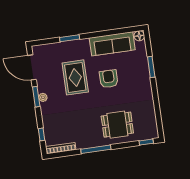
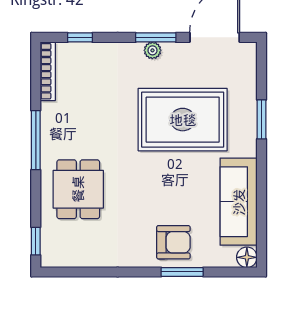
rug: (75, 77) -> (183, 120), width x1.37, depth x1.44
armchair: (109, 79) -> (173, 242), moved

